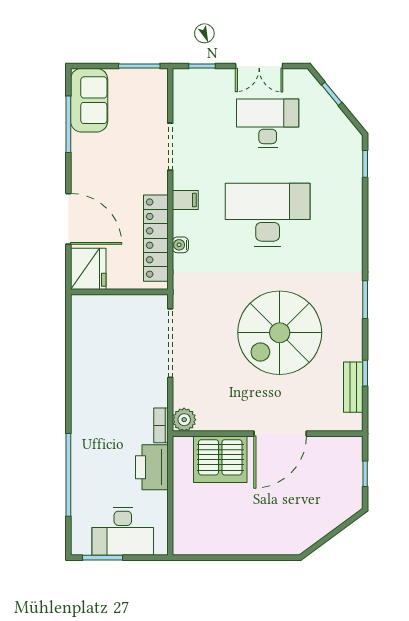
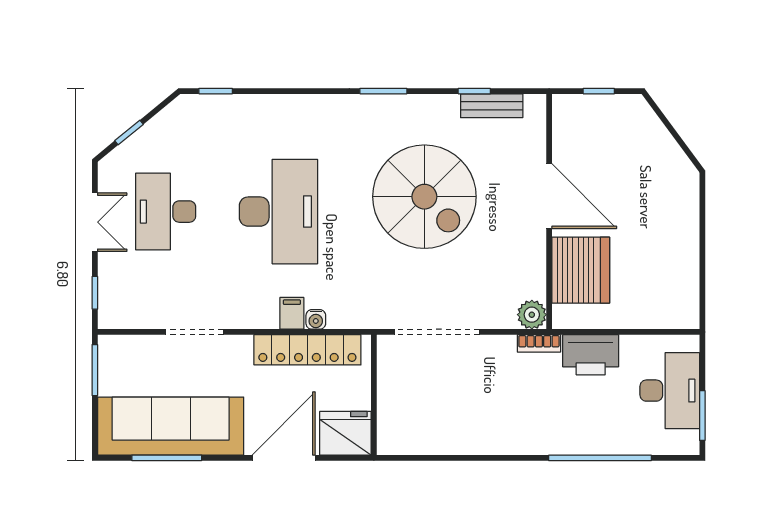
sofa: (89, 100) -> (171, 426), width x1.85, depth x1.27
filing cabinet: (185, 200) -> (292, 313), moved
desk: (268, 215) -> (278, 212), turned 180

